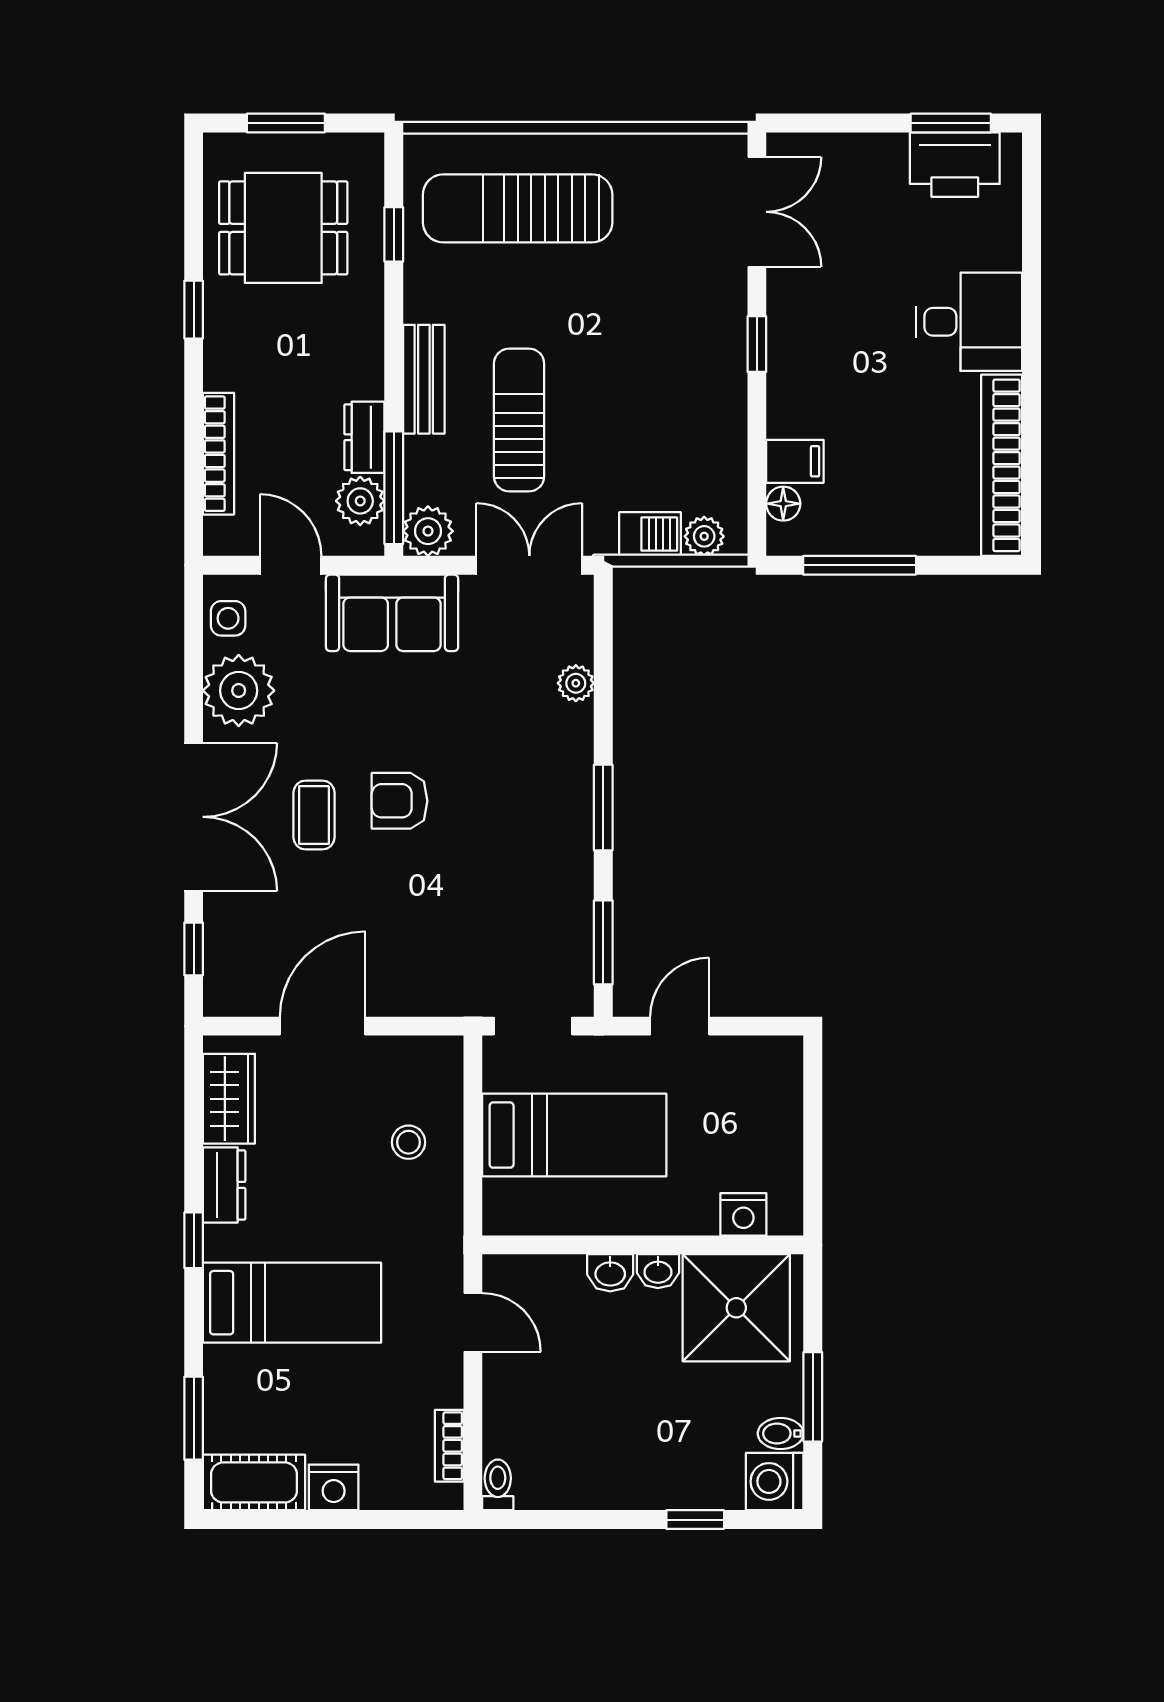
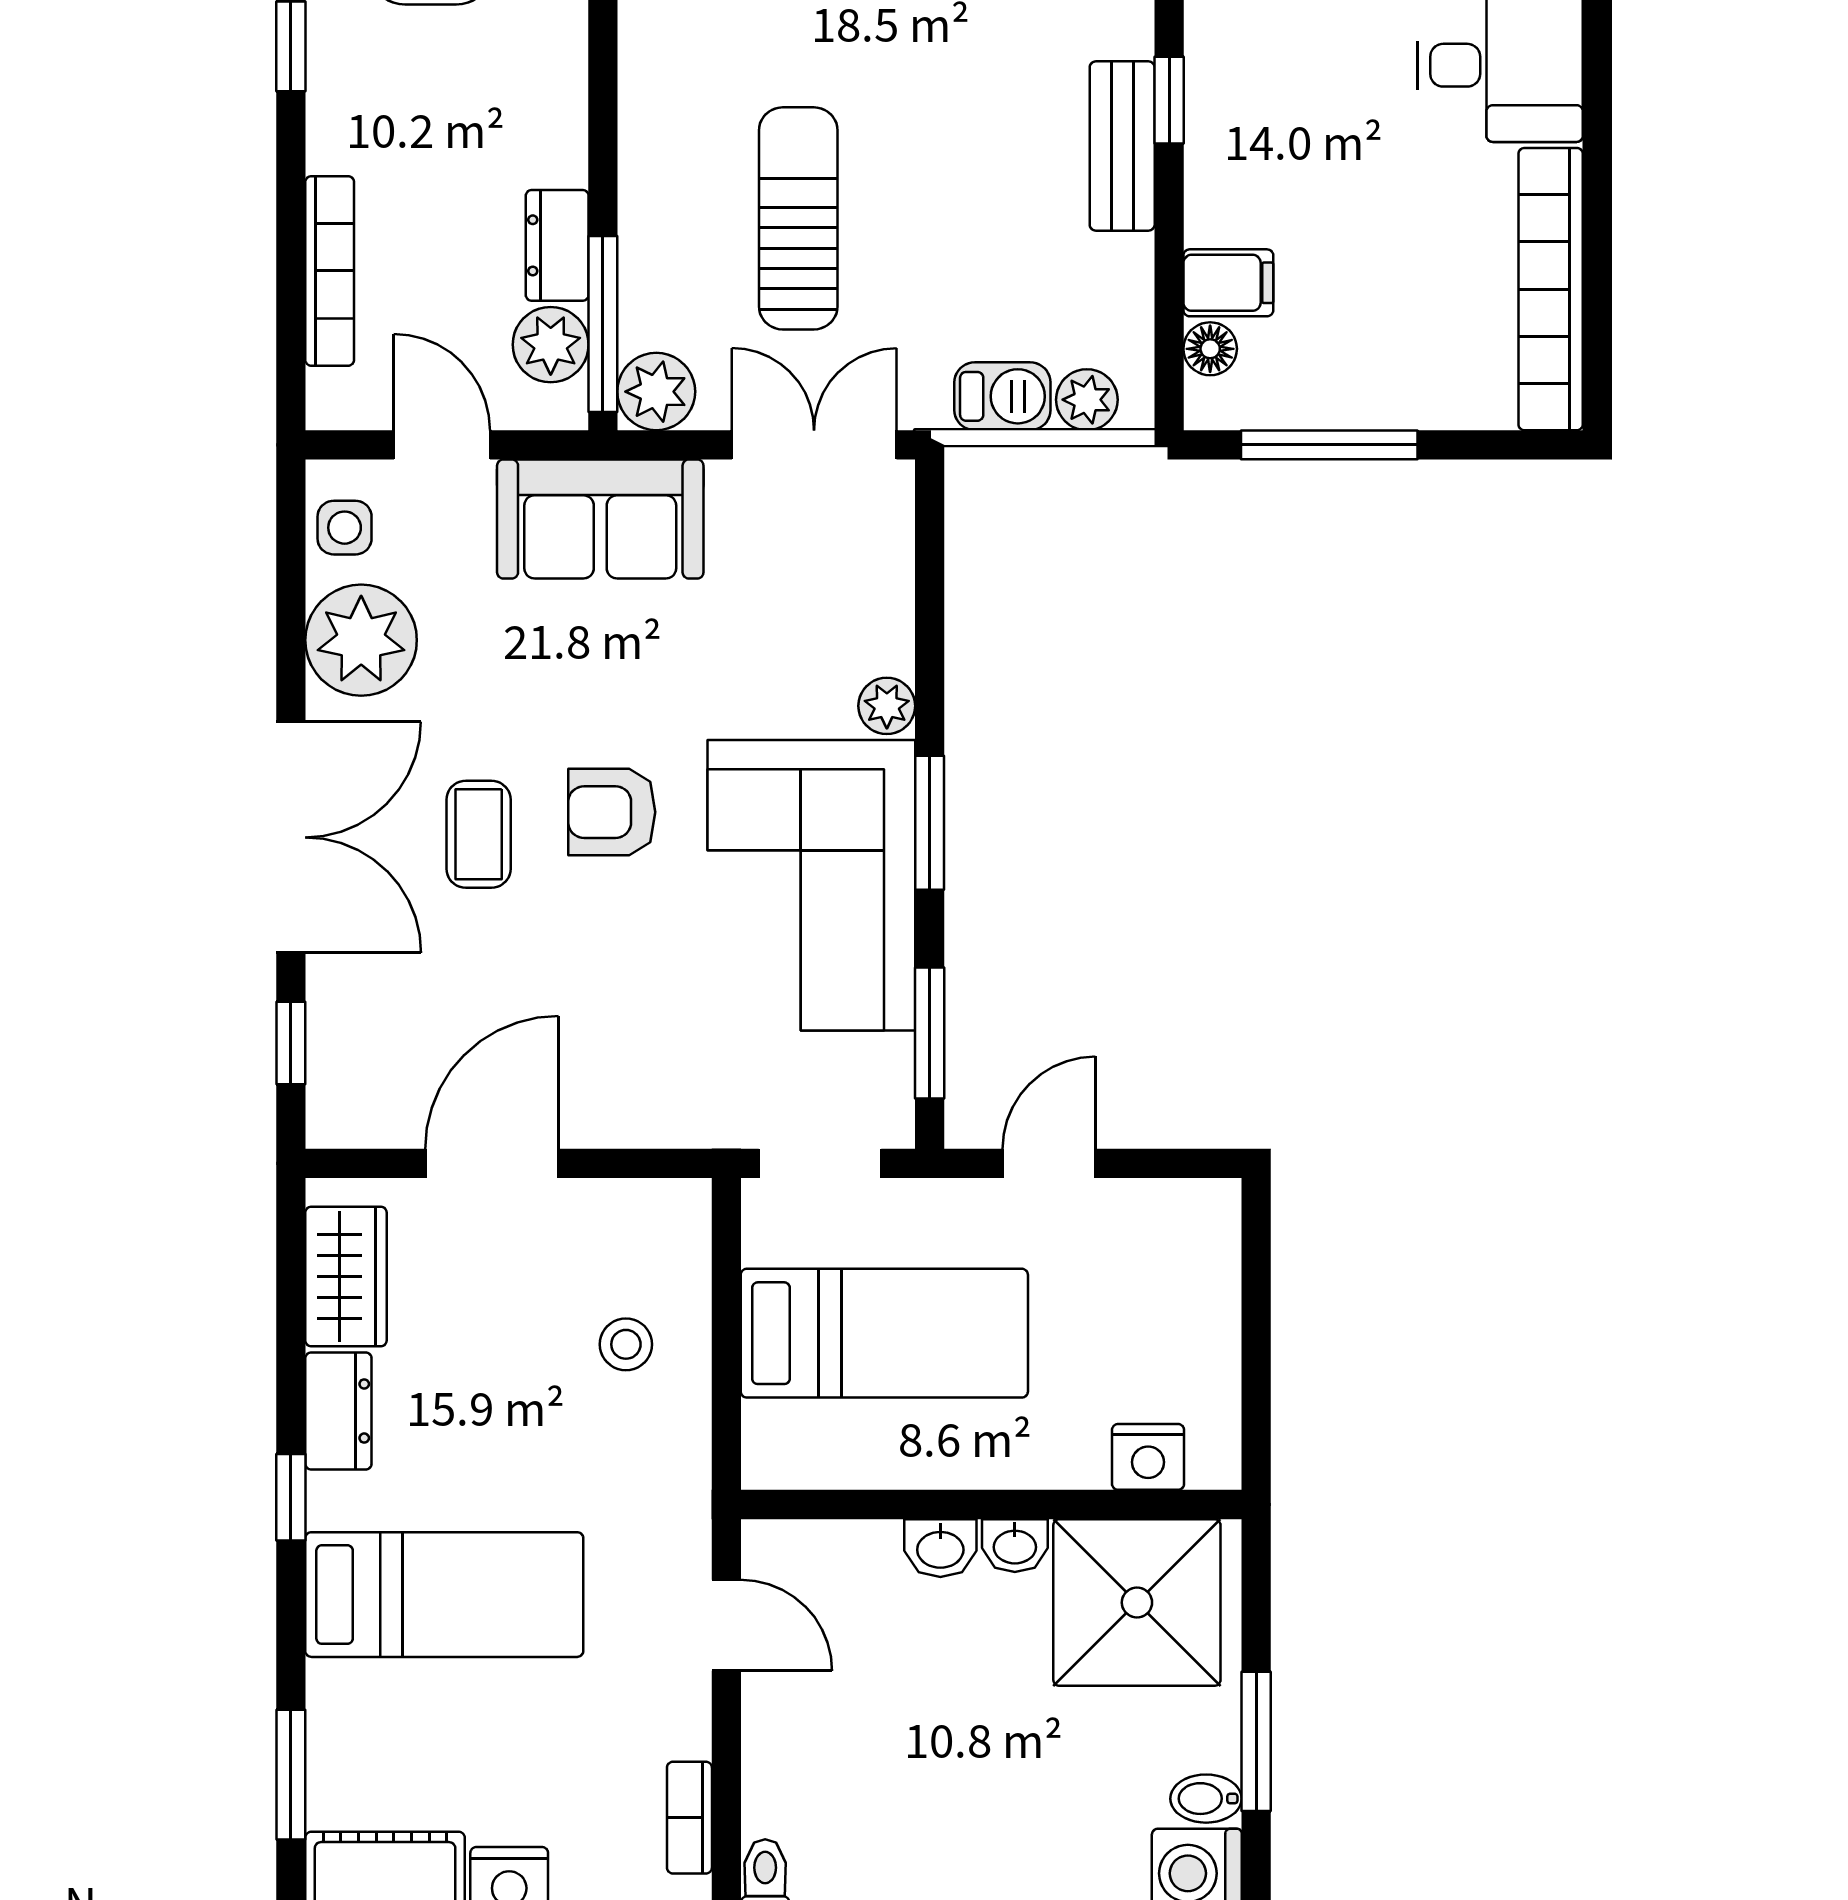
bench: (424, 379) -> (1122, 146), moved
plant: (576, 683) -> (887, 706), moved
corner sofa: (527, 848) -> (811, 885), added

